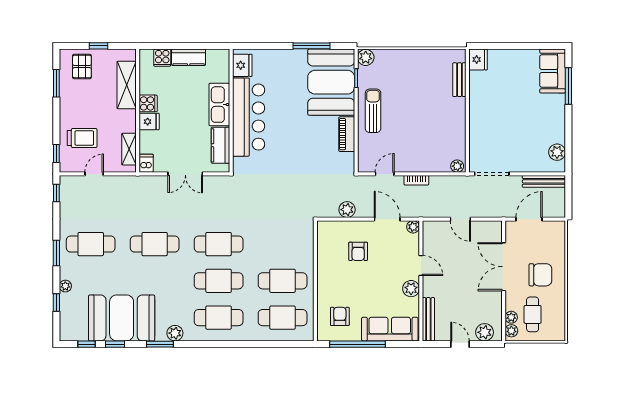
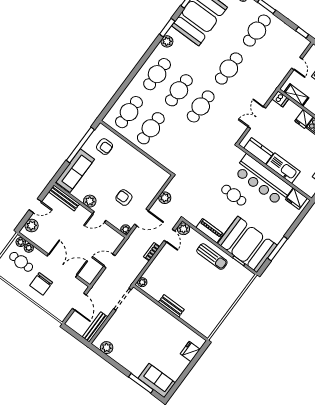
plant: (366, 57) -> (183, 229), moved
fridge: (478, 59) -> (190, 352), moved, turned 90
bench: (459, 80) -> (171, 306), moved
cafe table: (289, 137) -> (234, 195), added
armchair: (358, 251) -> (124, 198), moved

